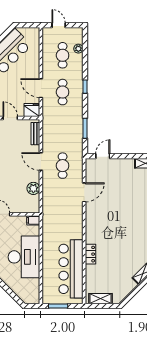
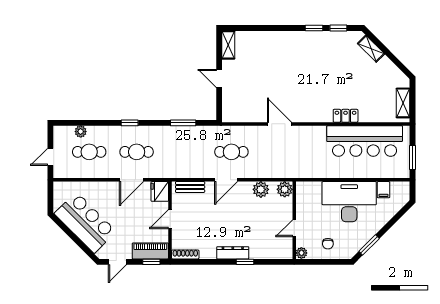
door: (103, 156) -> (219, 79), moved
door: (84, 192) -> (279, 124), moved
plant: (34, 207) -> (285, 189), added
filing cabinet: (33, 220) -> (383, 190), moved

